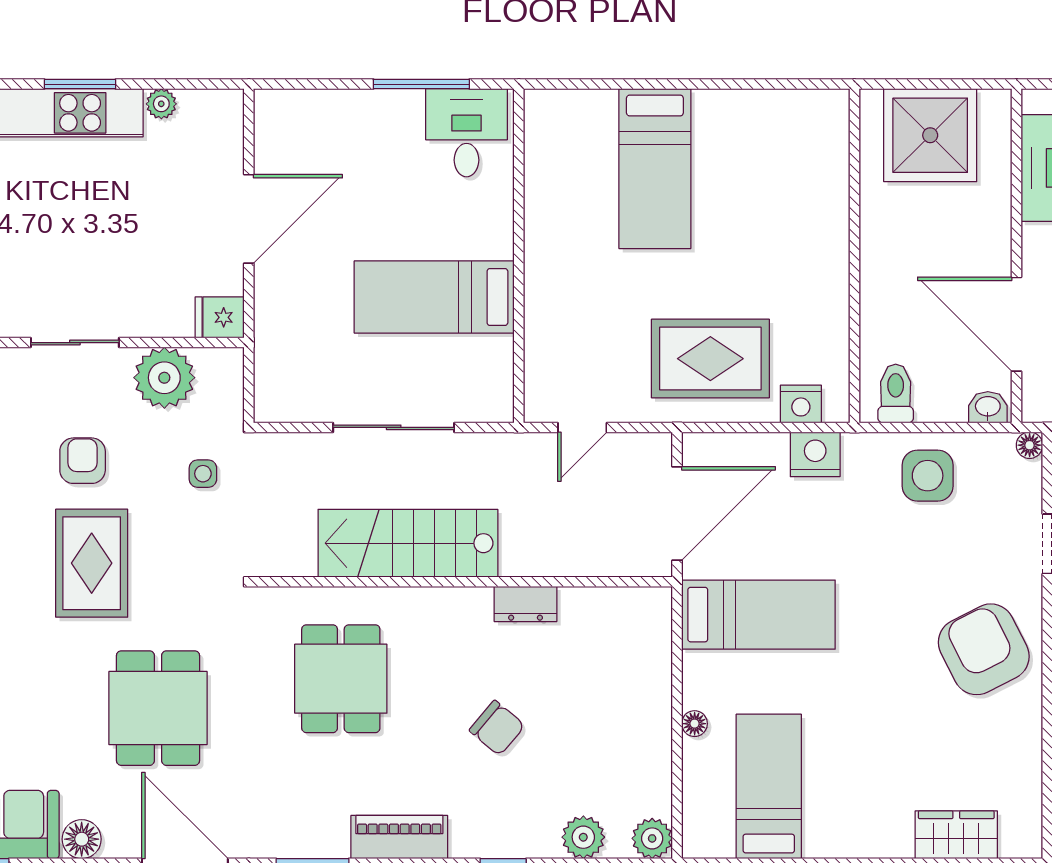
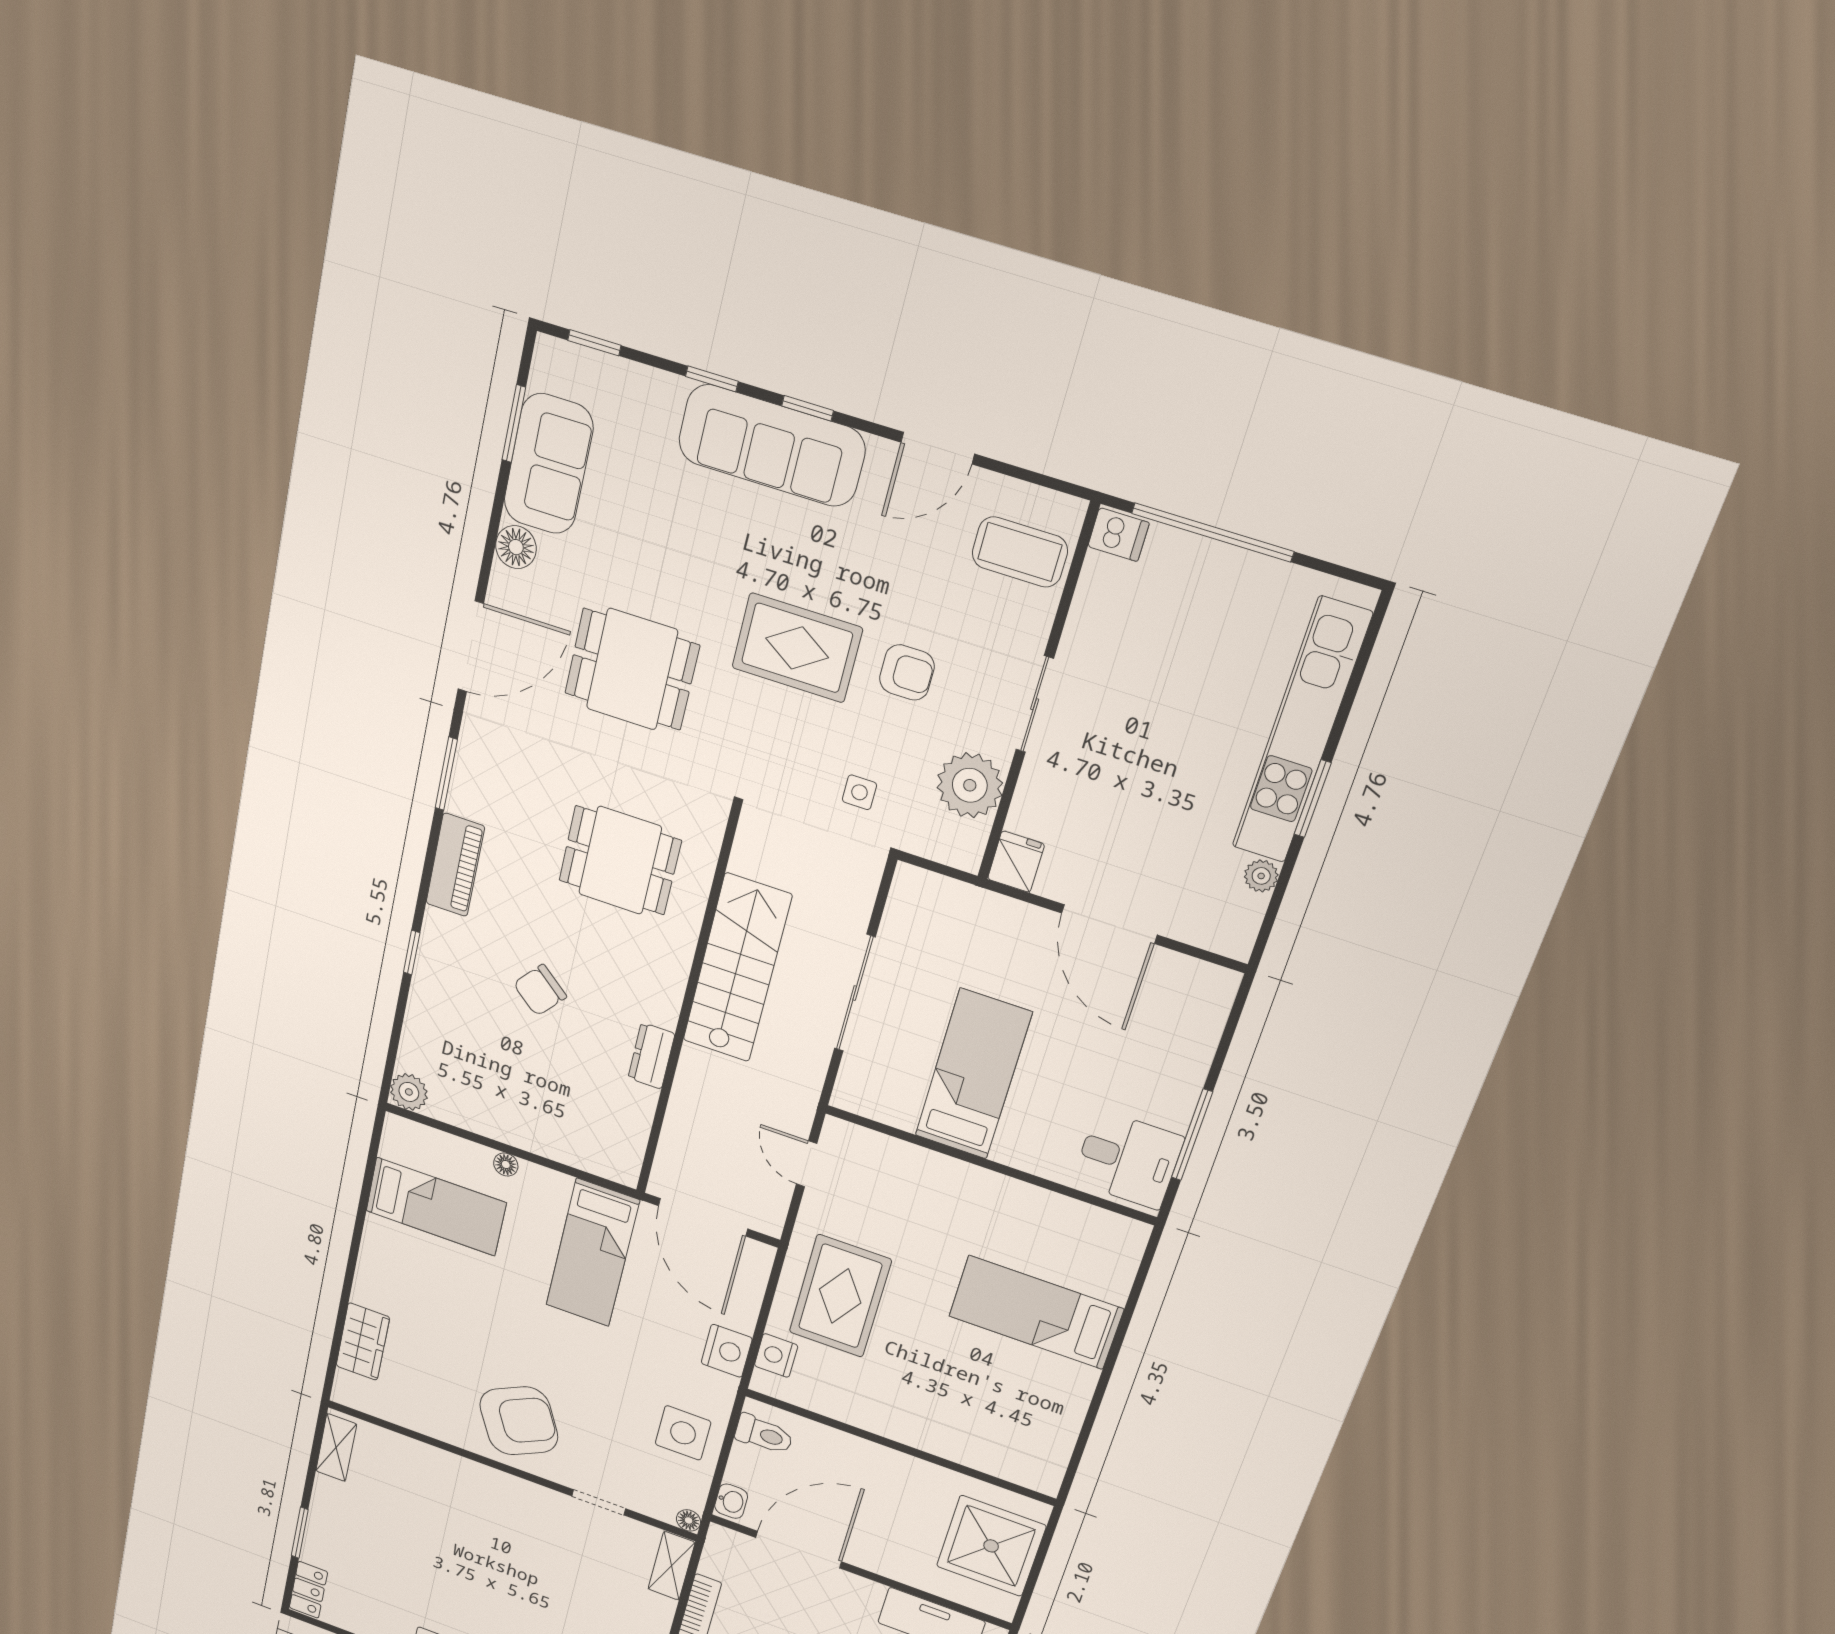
plant: (583, 837) -> (422, 1032), removed

